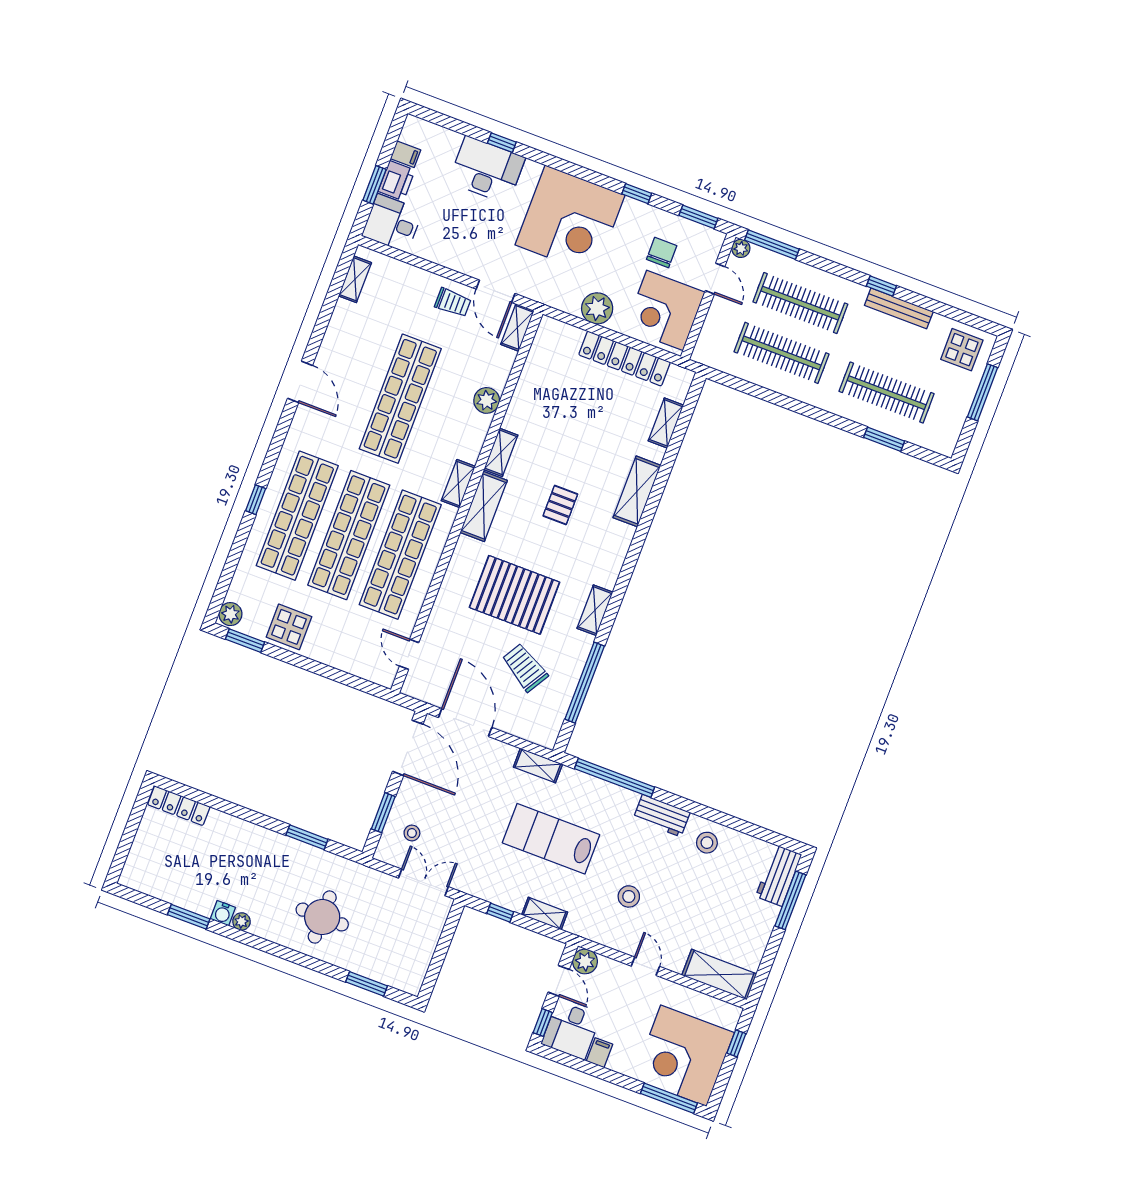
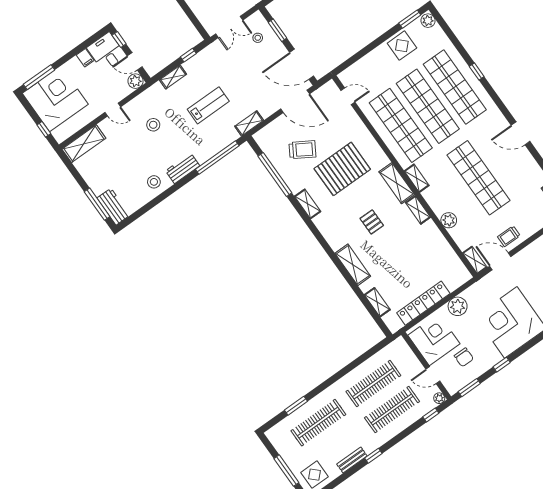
window: (772, 245) -> (431, 415), width x0.46
bench: (899, 308) -> (352, 460), width x0.73
lab bench: (551, 839) -> (208, 105), width x0.73, depth x0.72

